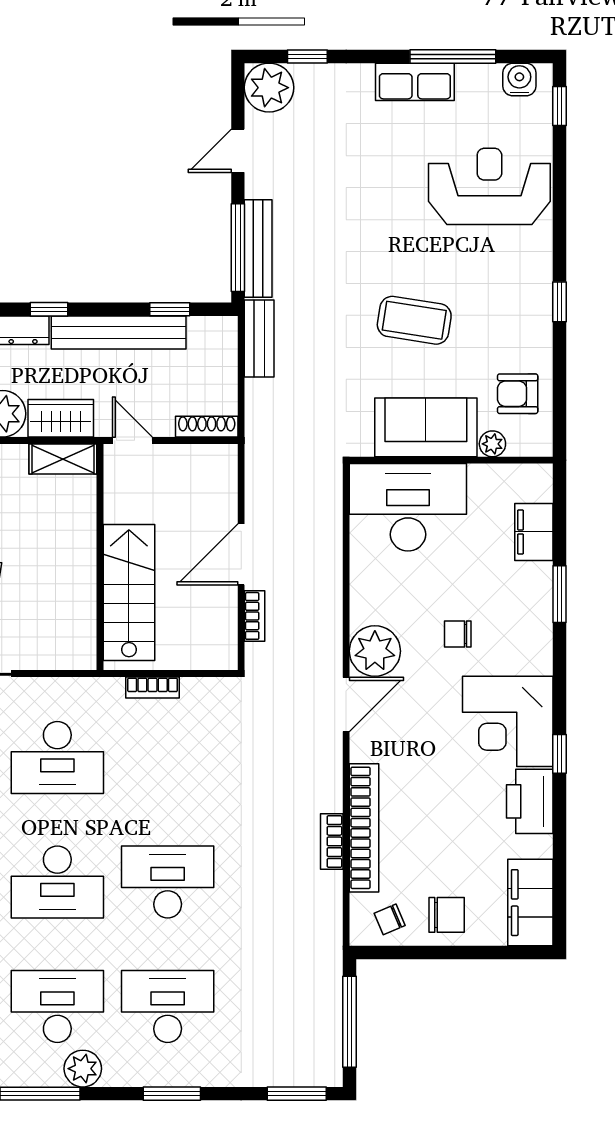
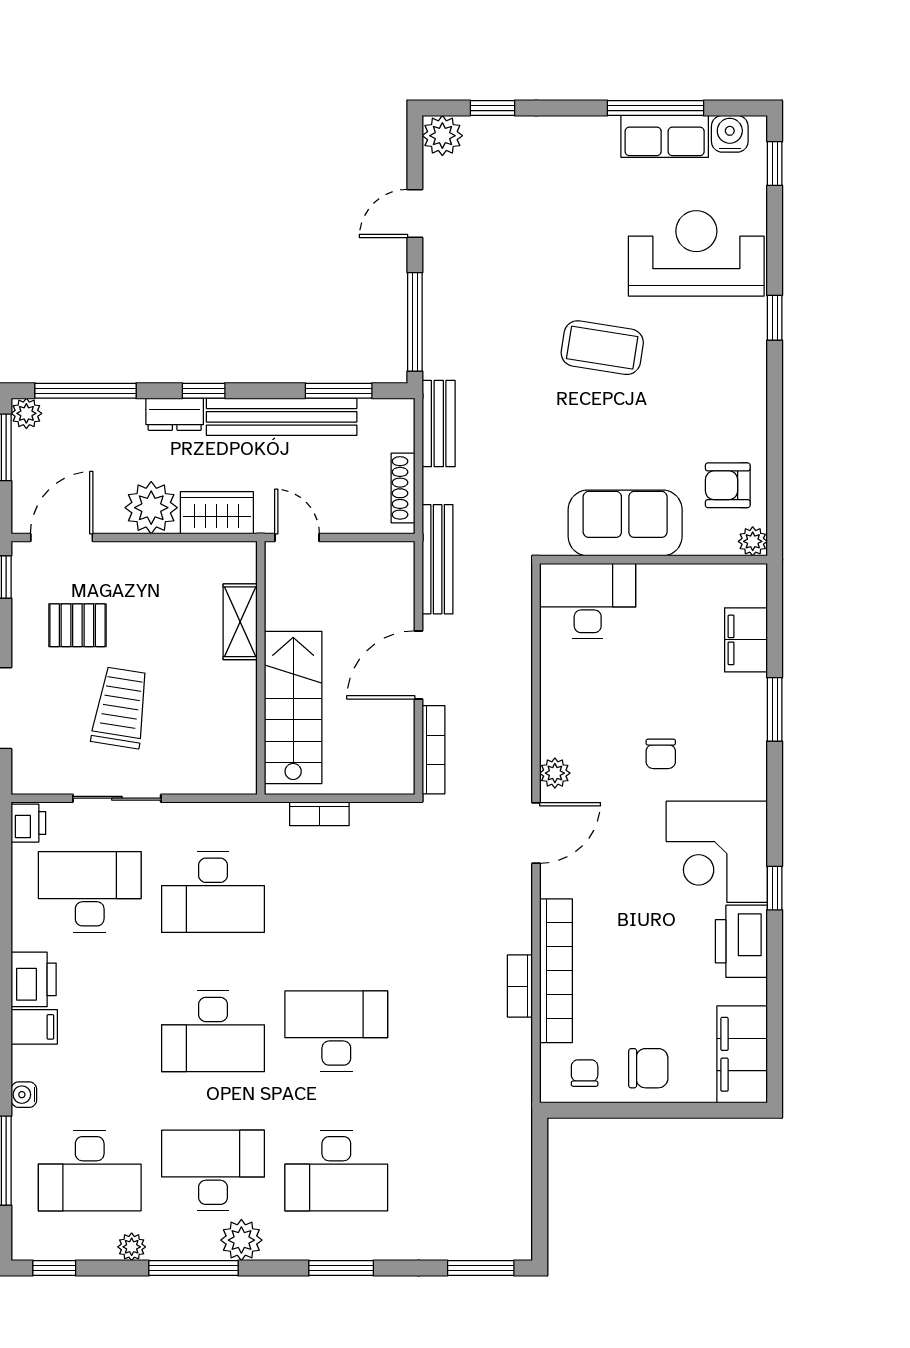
row of seats: (415, 82) -> (665, 136), moved
plant: (269, 88) -> (442, 136), width x0.73, depth x0.73
bench: (258, 248) -> (438, 559), moved
window: (560, 302) -> (775, 318), moved
window: (170, 309) -> (339, 391), width x1.50
coffee table: (414, 320) -> (602, 348), moved
shoe rack: (207, 427) -> (403, 488), moved, turned -90
plant: (492, 444) -> (753, 541), moved
shelving: (63, 459) -> (240, 622), moved, turned 90
desk: (408, 507) -> (588, 601), width x0.73, depth x0.77
bookcase: (255, 616) -> (434, 750), width x1.56
chair: (458, 634) -> (661, 754), turned -90
plant: (375, 651) -> (555, 773), width x0.53, depth x0.53
chair: (390, 919) -> (585, 1073), turned 113
desk: (168, 1006) -> (336, 1171), turned 180
window: (349, 1022) -> (540, 1188), removed

